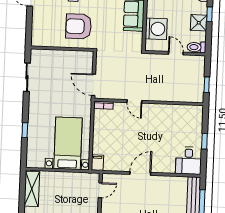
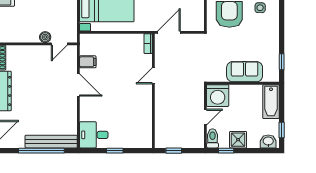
window: (209, 14) -> (226, 151), moved
washing machine: (156, 29) -> (218, 96), moved
filing cabinet: (97, 163) -> (88, 62), moved
door: (100, 190) -> (59, 44), hinge flipped
boiler: (93, 203) -> (45, 37), added

